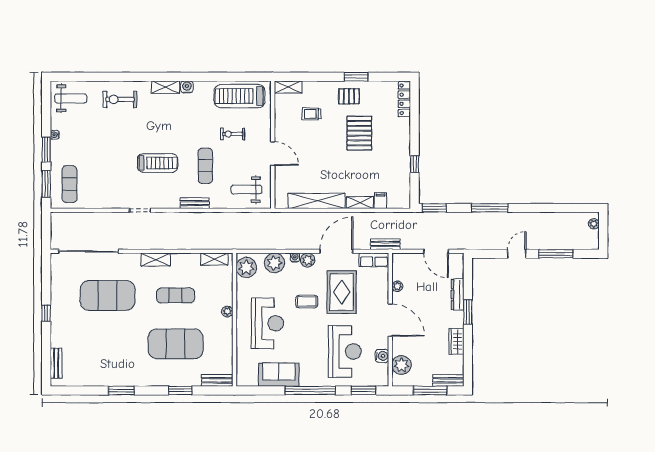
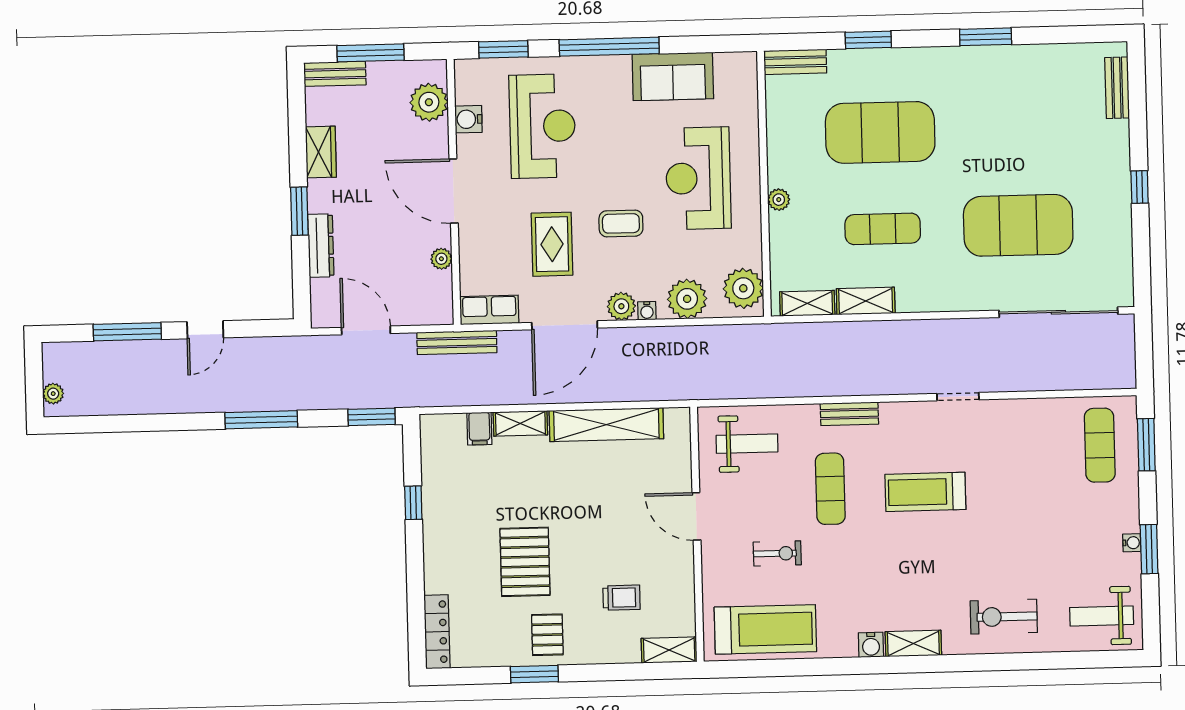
pallet: (349, 96) -> (547, 635), turned 90
exercise bike: (120, 99) -> (1004, 617), turned 180
window: (46, 150) -> (1149, 549), moved
bench: (385, 244) -> (457, 342), width x1.36
shelving: (156, 260) -> (866, 301), moved
rug: (342, 292) -> (552, 244), width x0.73, depth x0.70
reception desk: (345, 351) -> (542, 126), turned 180

